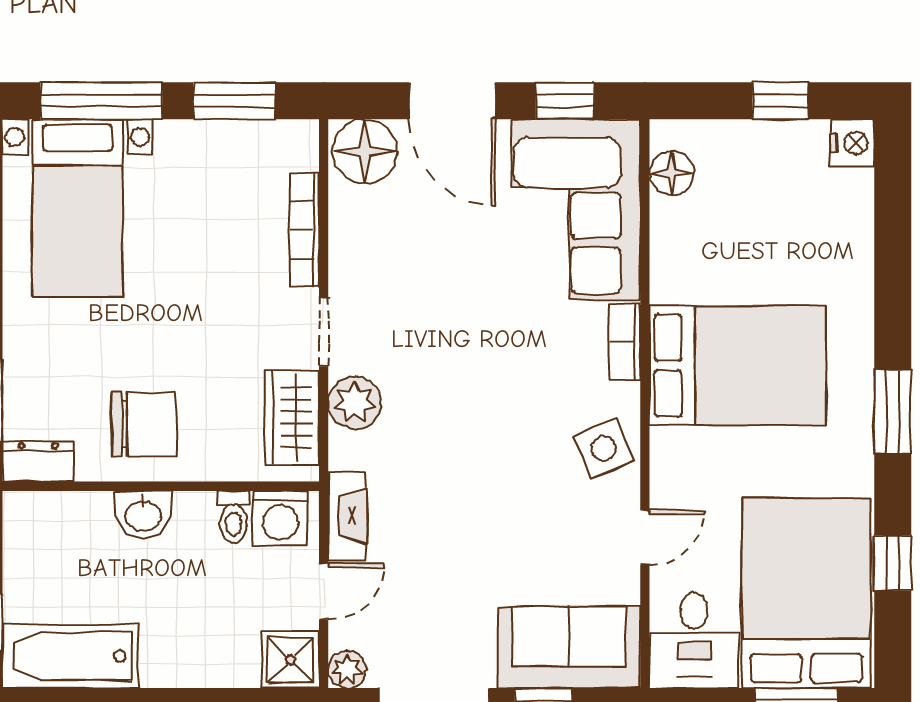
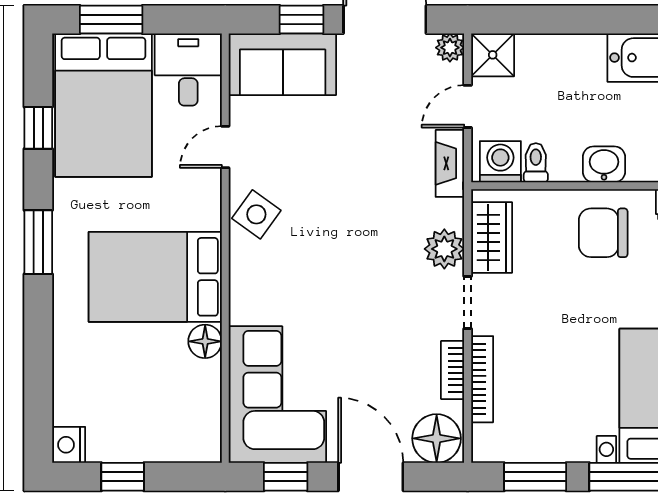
floor lamp: (672, 173) -> (205, 341), moved
bookcase: (625, 342) -> (453, 370), moved, turned 180
side table: (604, 448) -> (256, 214), turned -31

